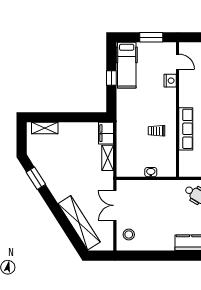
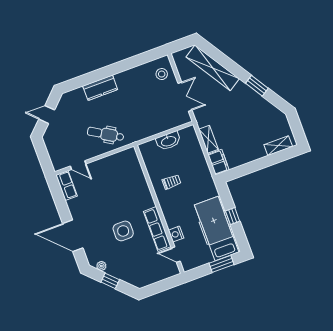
window: (151, 37) -> (222, 264), moved
hospital bed: (127, 65) -> (217, 229), width x1.37, depth x1.29
row of seats: (186, 129) -> (157, 229), moved
washbasin: (151, 172) -> (168, 141), width x1.91, depth x1.45
window: (36, 178) -> (257, 86), moved

